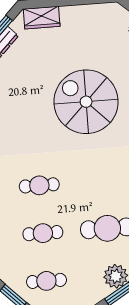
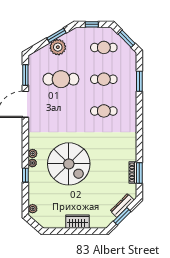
wardrobe: (42, 18) -> (77, 222), moved

